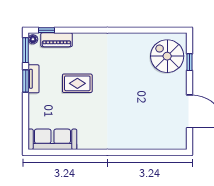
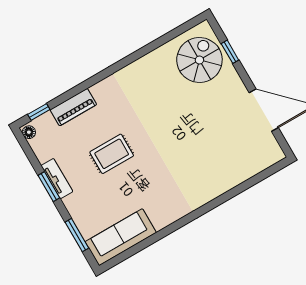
piano: (57, 40) -> (73, 107), moved
window: (26, 50) -> (77, 235), moved
spiral stairs: (167, 56) -> (199, 60), turned 90

